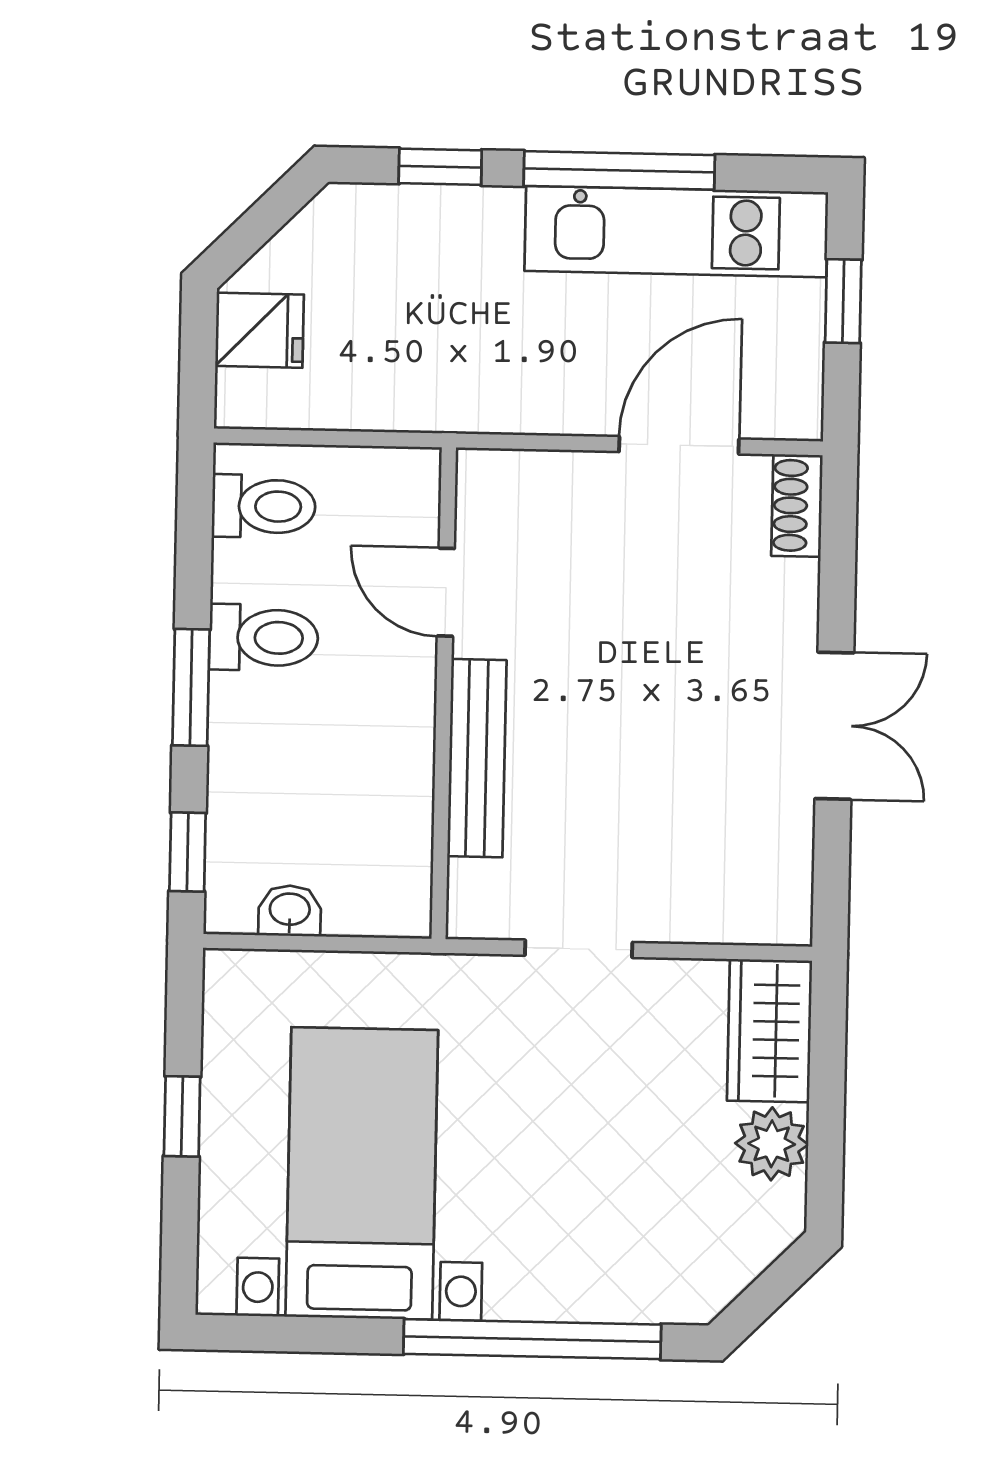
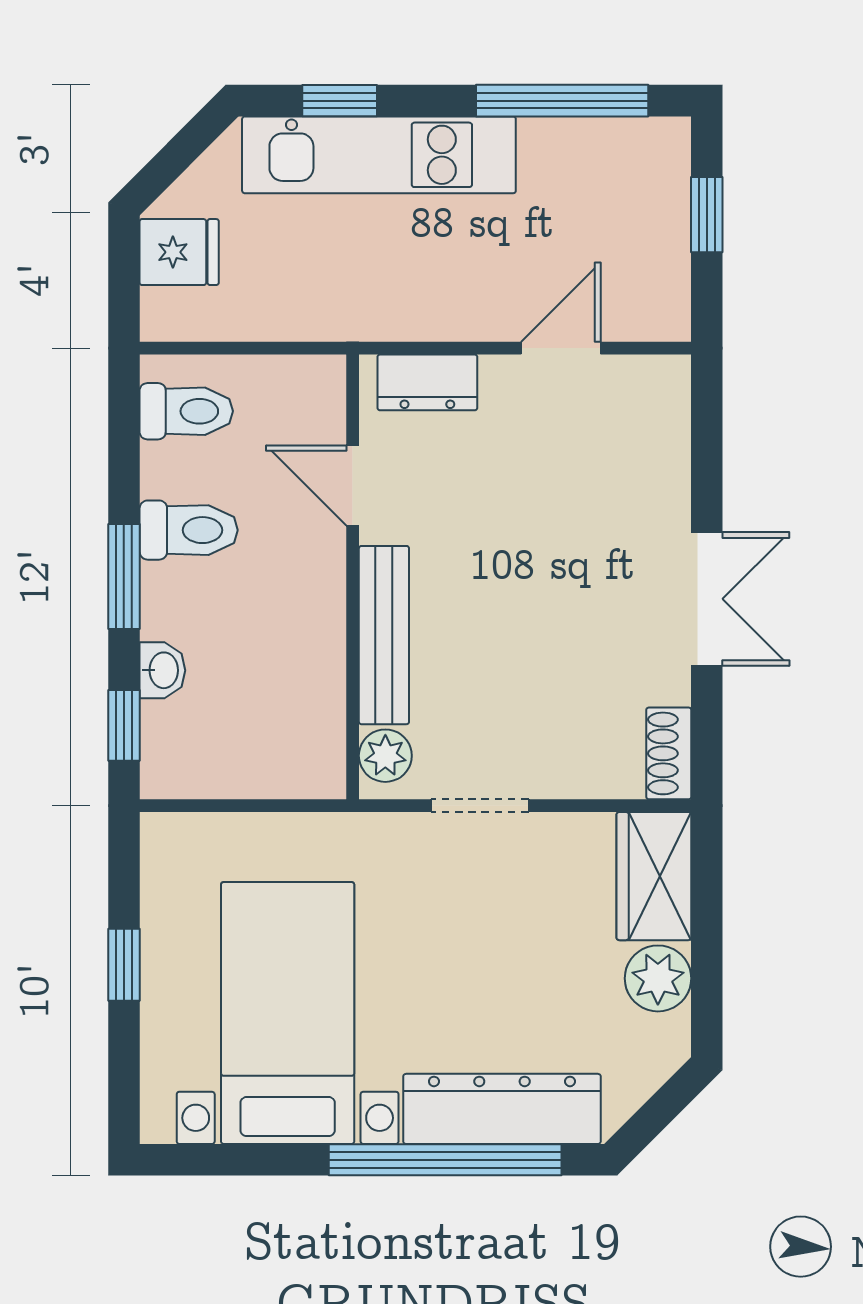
window: (619, 170) -> (562, 101), moved
kitchen unit: (676, 232) -> (379, 155), moved
door: (679, 445) -> (561, 348), width x0.73
dresser: (531, 480) -> (427, 382), added
shoe rack: (797, 506) -> (669, 753), moved
plant: (476, 891) -> (385, 756), added
washbasin: (290, 911) -> (162, 670), moved, turned 90
dresser: (596, 1284) -> (502, 1109), added

